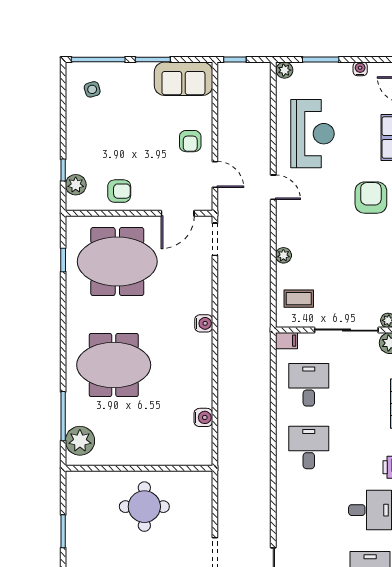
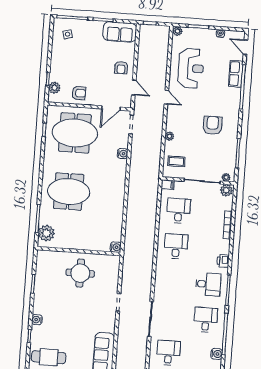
armchair: (371, 198) -> (213, 125), moved
water cooler: (204, 323) -> (123, 154), moved
water cooler: (203, 417) -> (116, 247), moved

